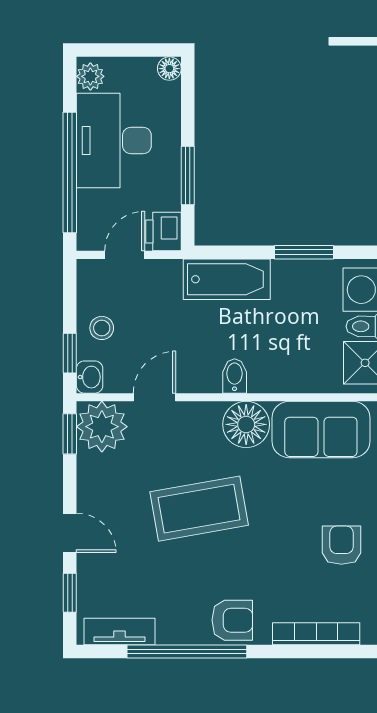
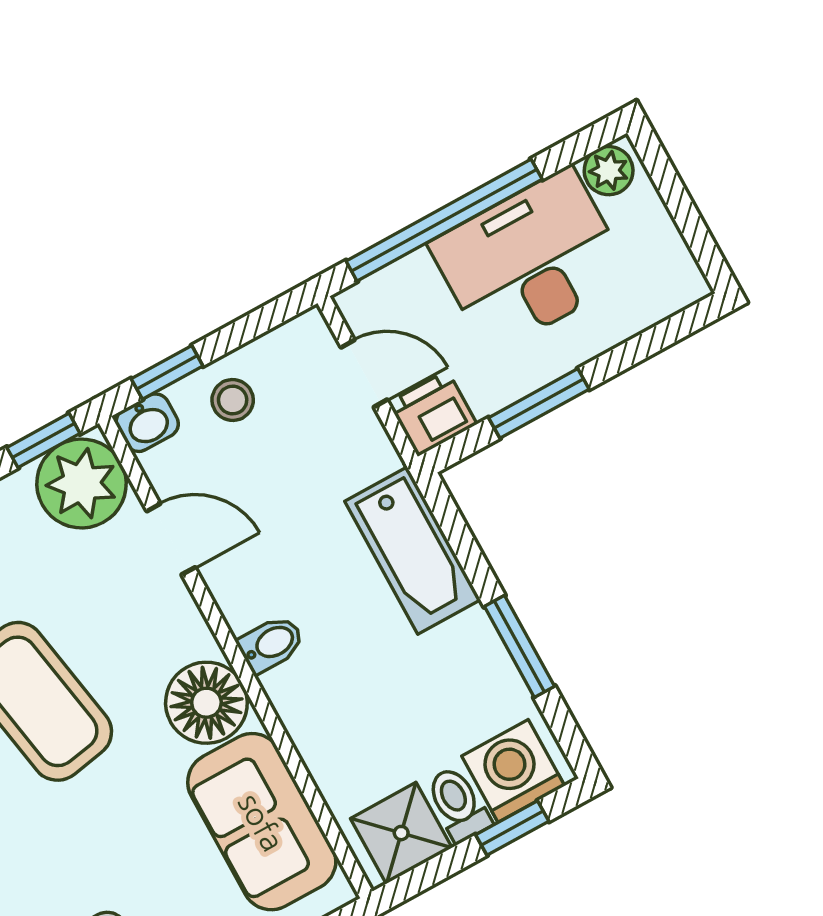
floor lamp: (169, 69) -> (687, 285), removed

